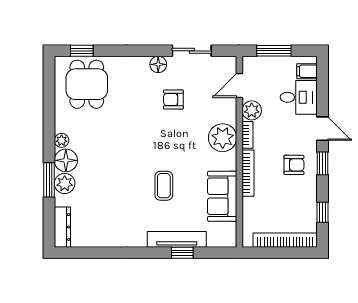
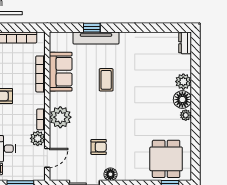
bookcase: (248, 173) -> (41, 74), moved
window: (49, 180) -> (195, 84), removed
dresser: (62, 227) -> (185, 43), width x0.70

